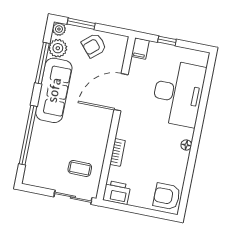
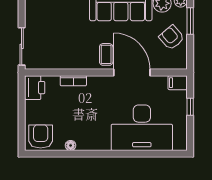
floor lamp: (186, 145) -> (71, 145), moved
coffee table: (80, 168) -> (106, 54), moved

